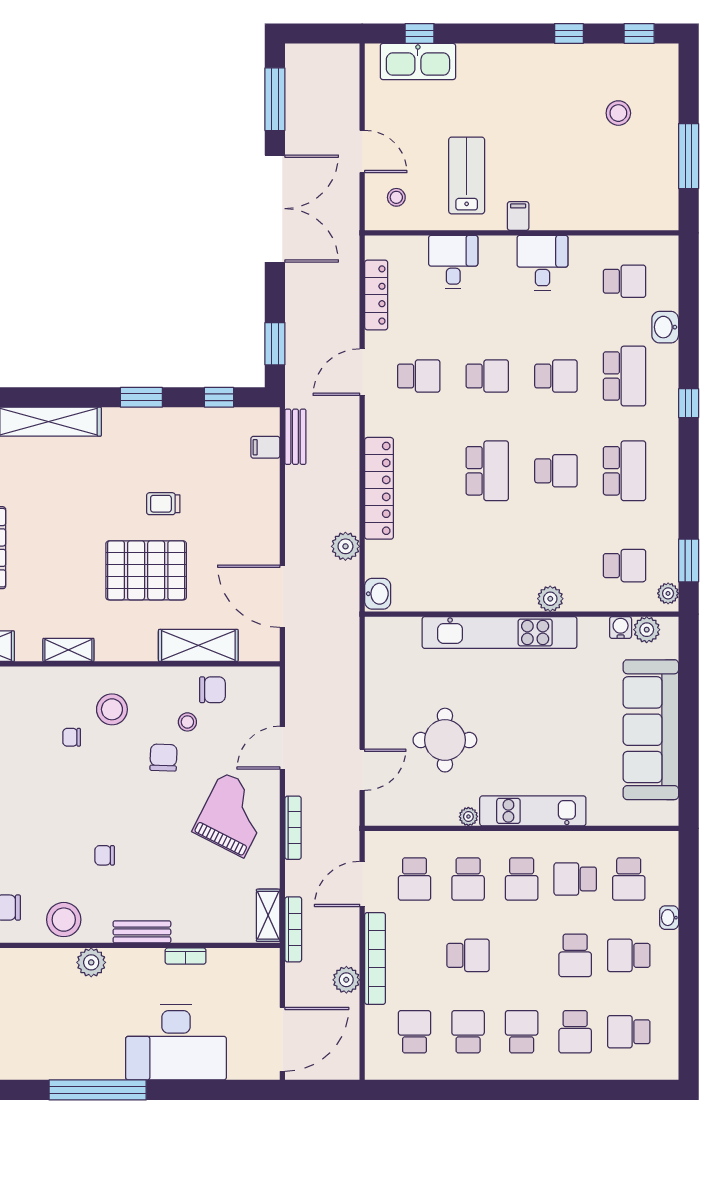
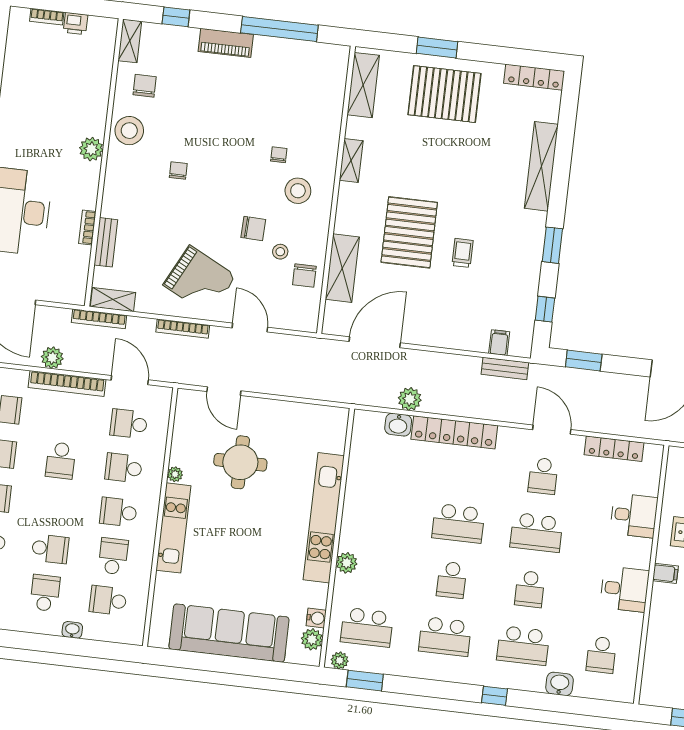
school desk: (487, 376) -> (536, 532), width x1.85
school desk: (625, 566) -> (367, 627), width x1.85
washbasin: (378, 594) -> (398, 425), moved
bench: (142, 932) -> (106, 242), moved
school desk: (575, 955) -> (50, 549), turned 180

